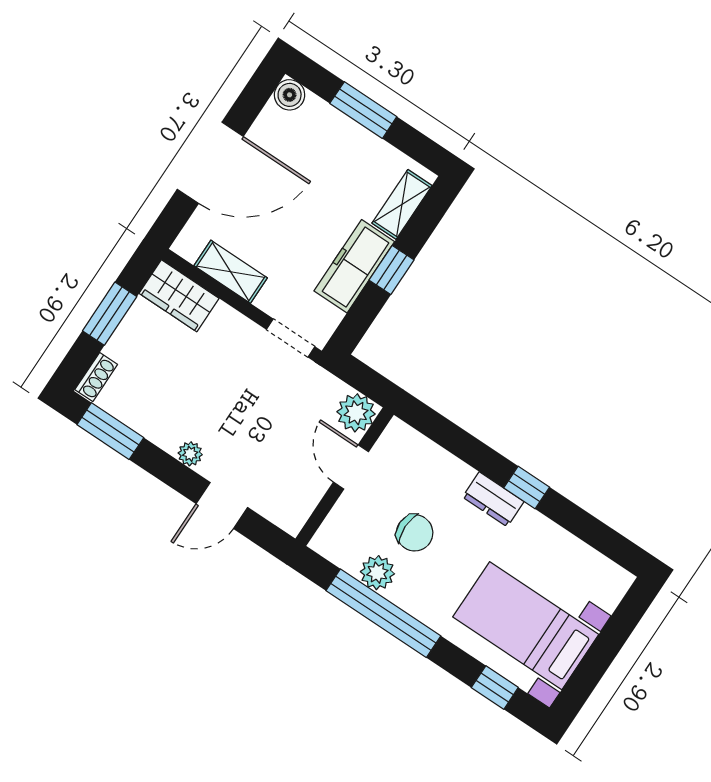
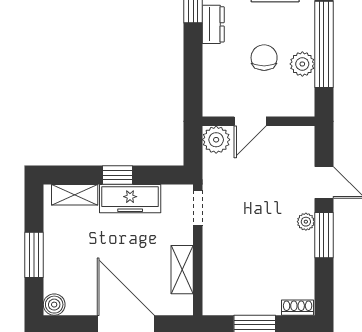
wardrobe: (179, 296) -> (217, 291), removed
window: (110, 431) -> (324, 235), moved

